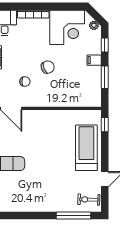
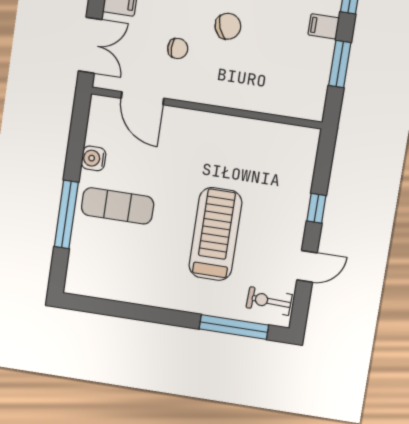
window: (105, 125) -> (316, 208), moved
treadmill: (86, 148) -> (215, 234), moved

